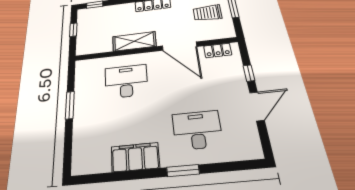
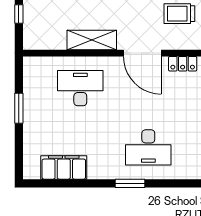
desk: (197, 130) -> (148, 147), turned 180
filing cabinet: (135, 157) -> (64, 167), moved

